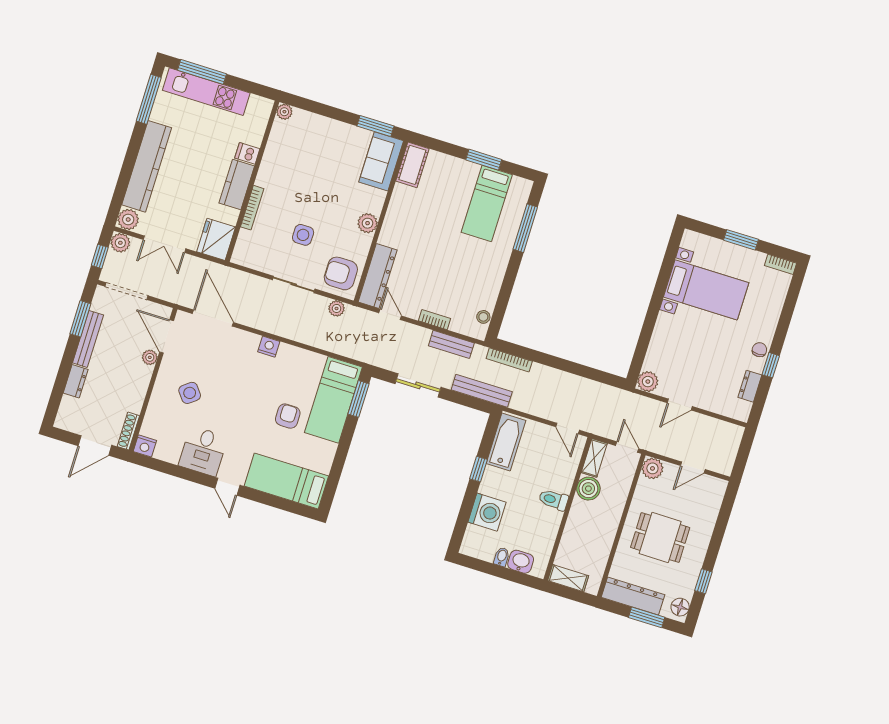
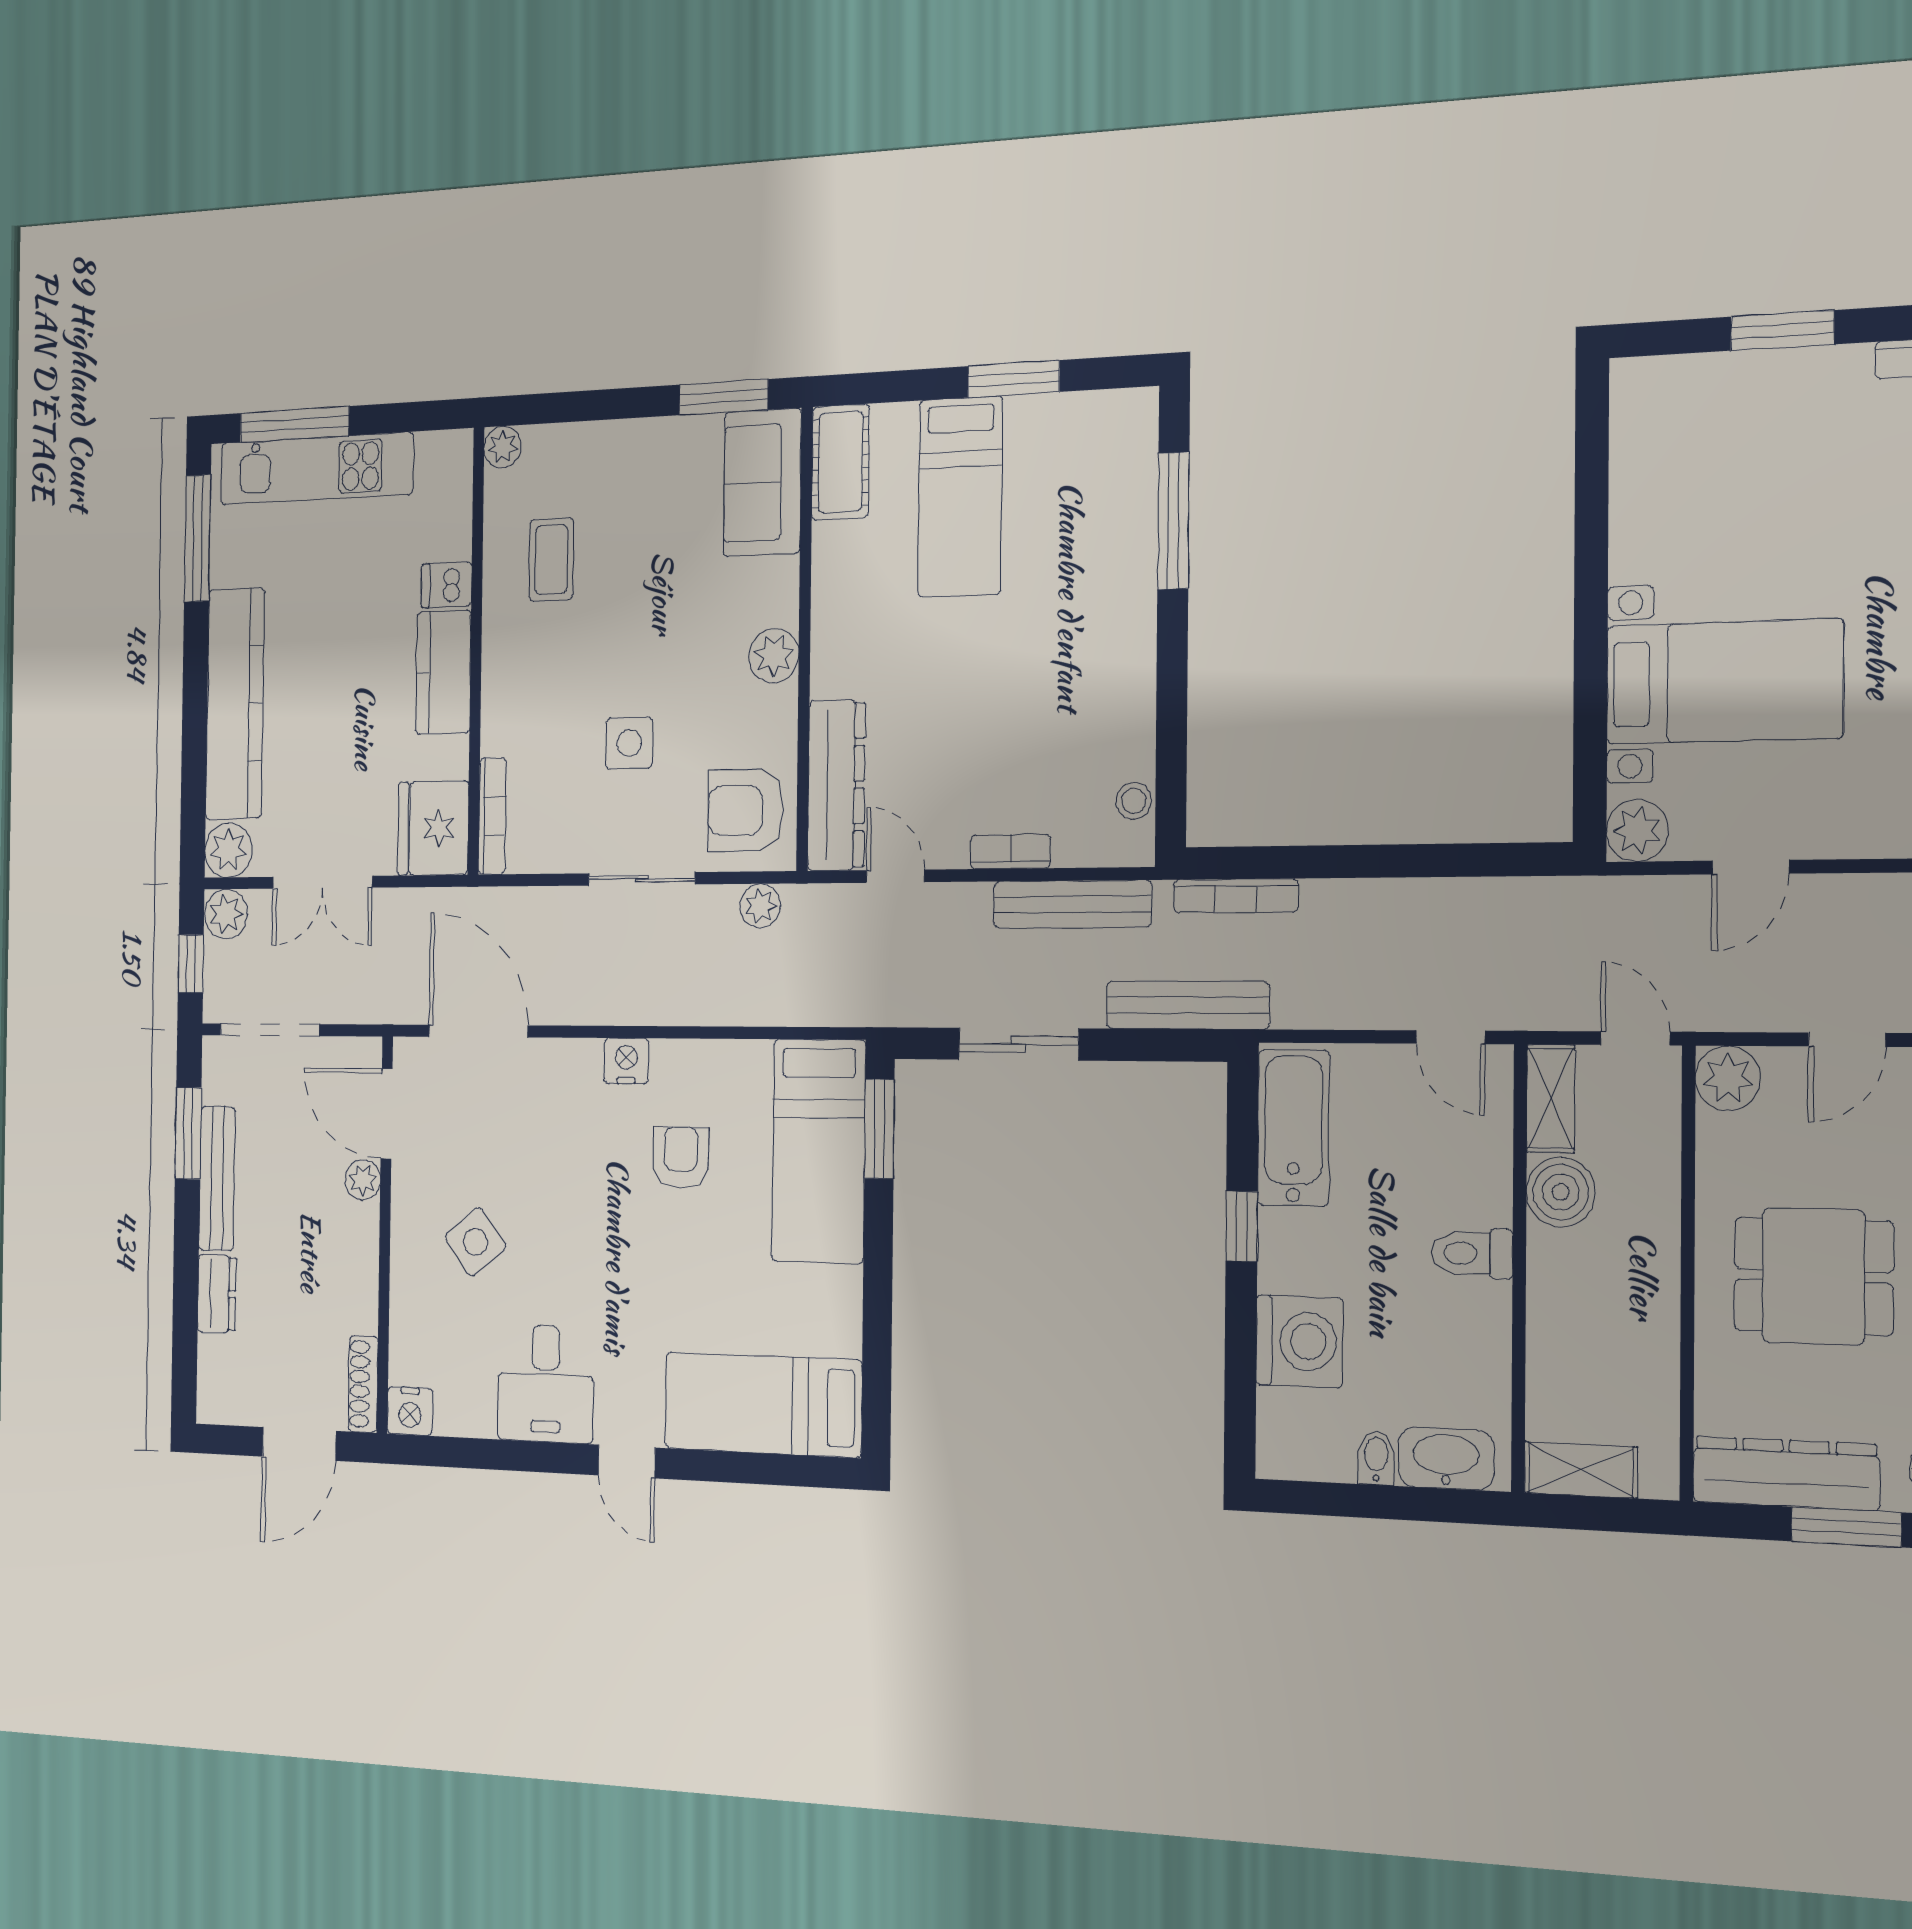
coffee table: (292, 159) -> (551, 560), added
bed: (487, 203) -> (960, 497), moved
bookcase: (252, 208) -> (492, 816), moved
bed with nightstands: (706, 290) -> (1724, 682), moved
bench: (451, 344) -> (1072, 904), width x1.36
armchair: (288, 416) -> (681, 1157), moved
washbasin: (521, 562) -> (1446, 1458), width x1.38

